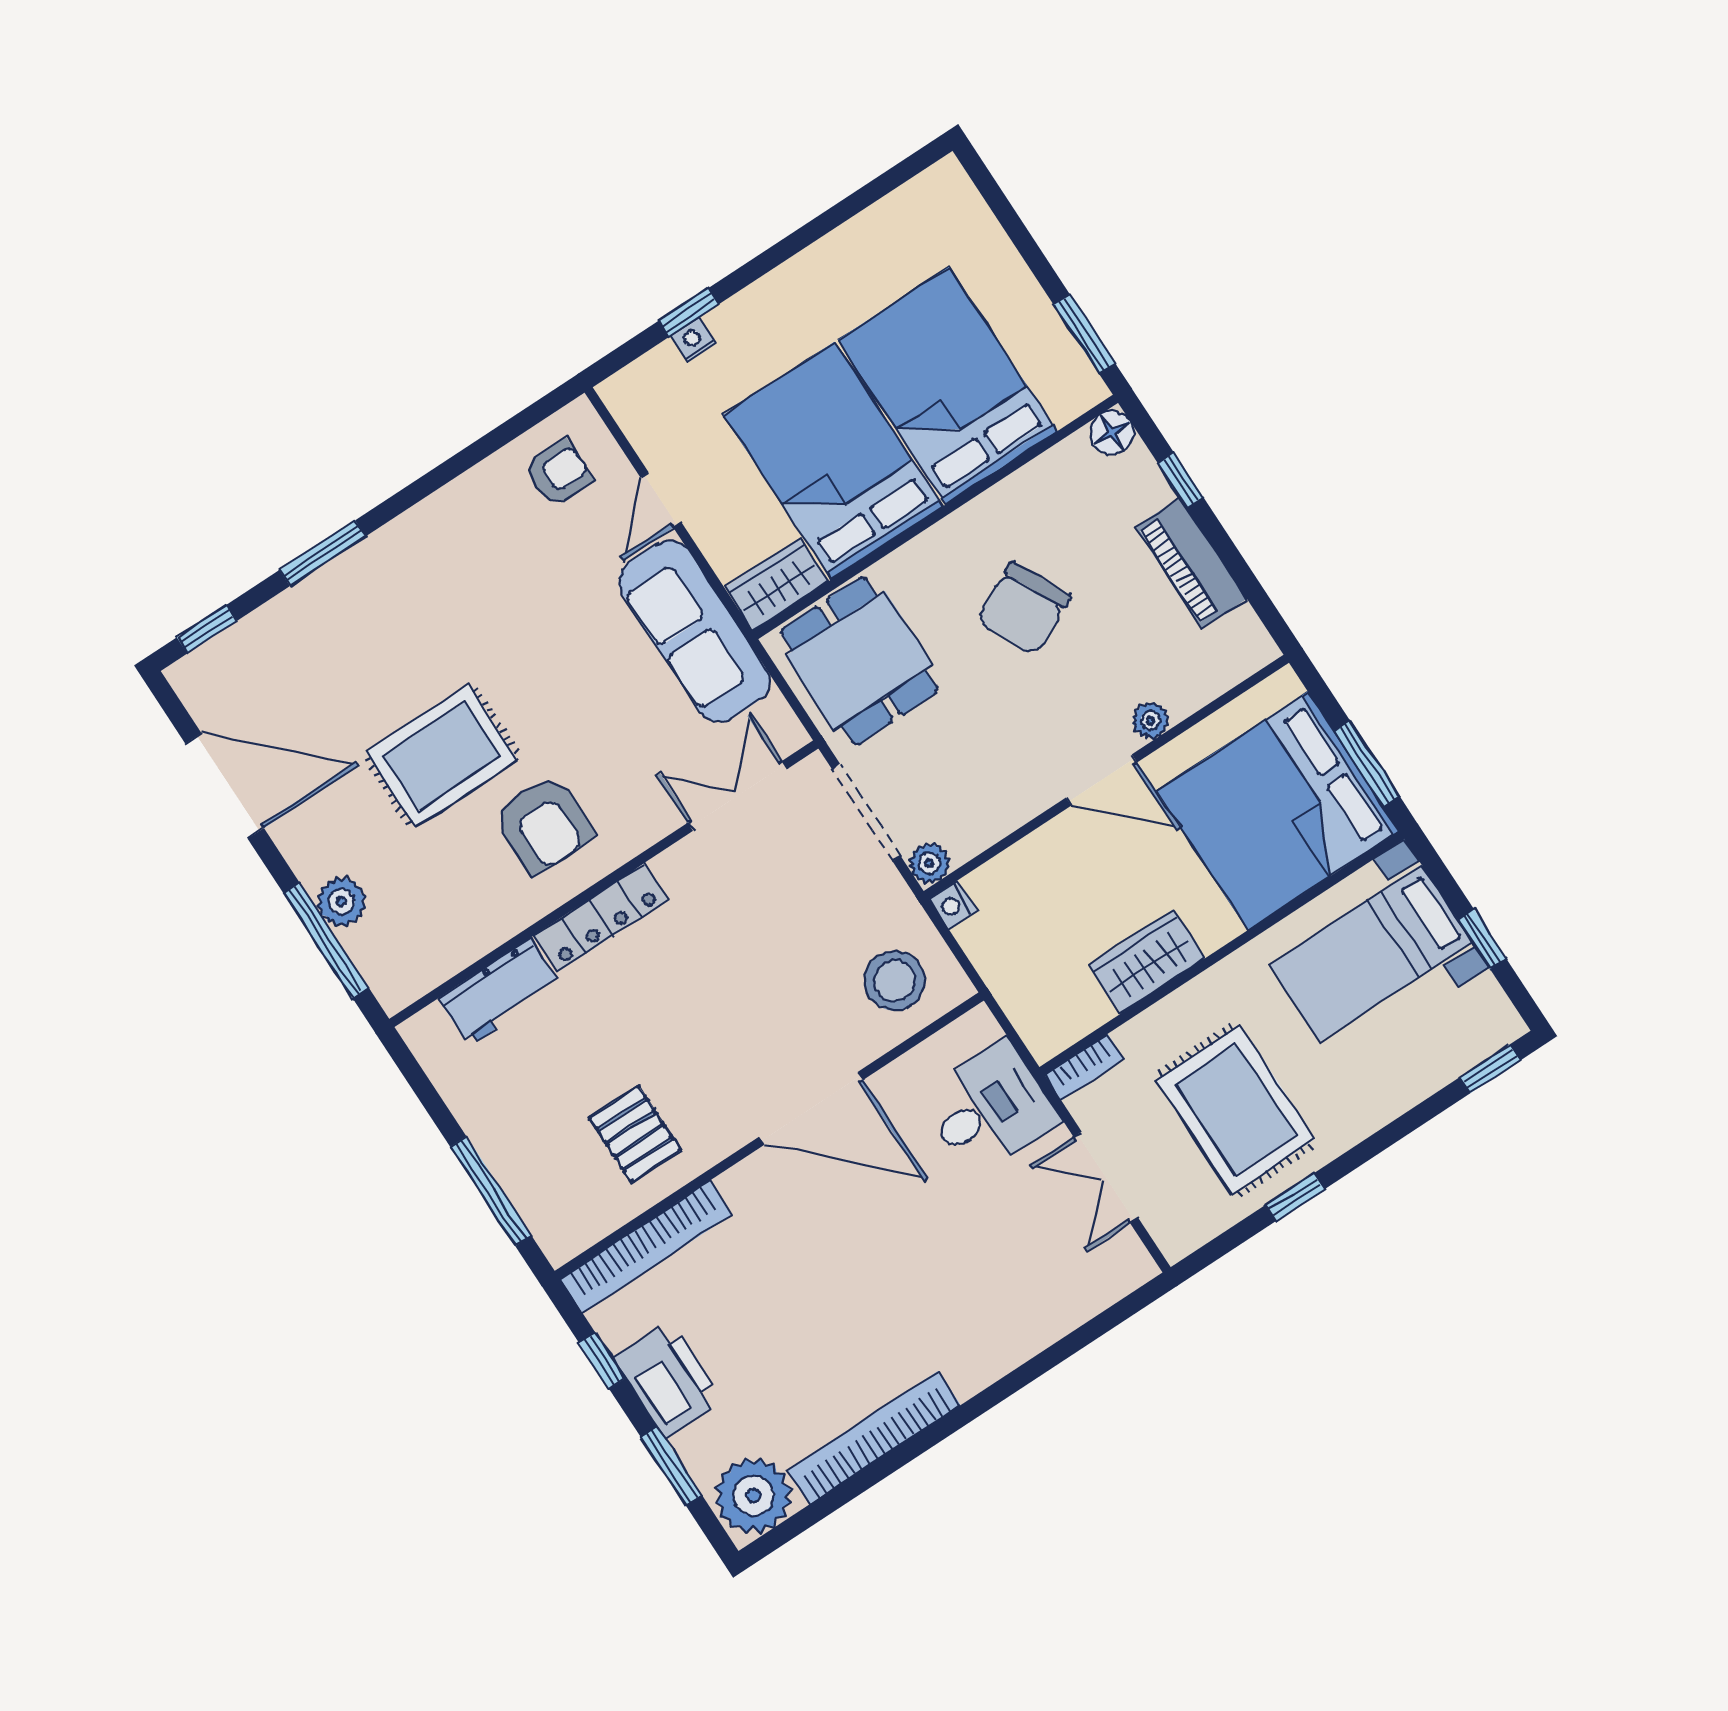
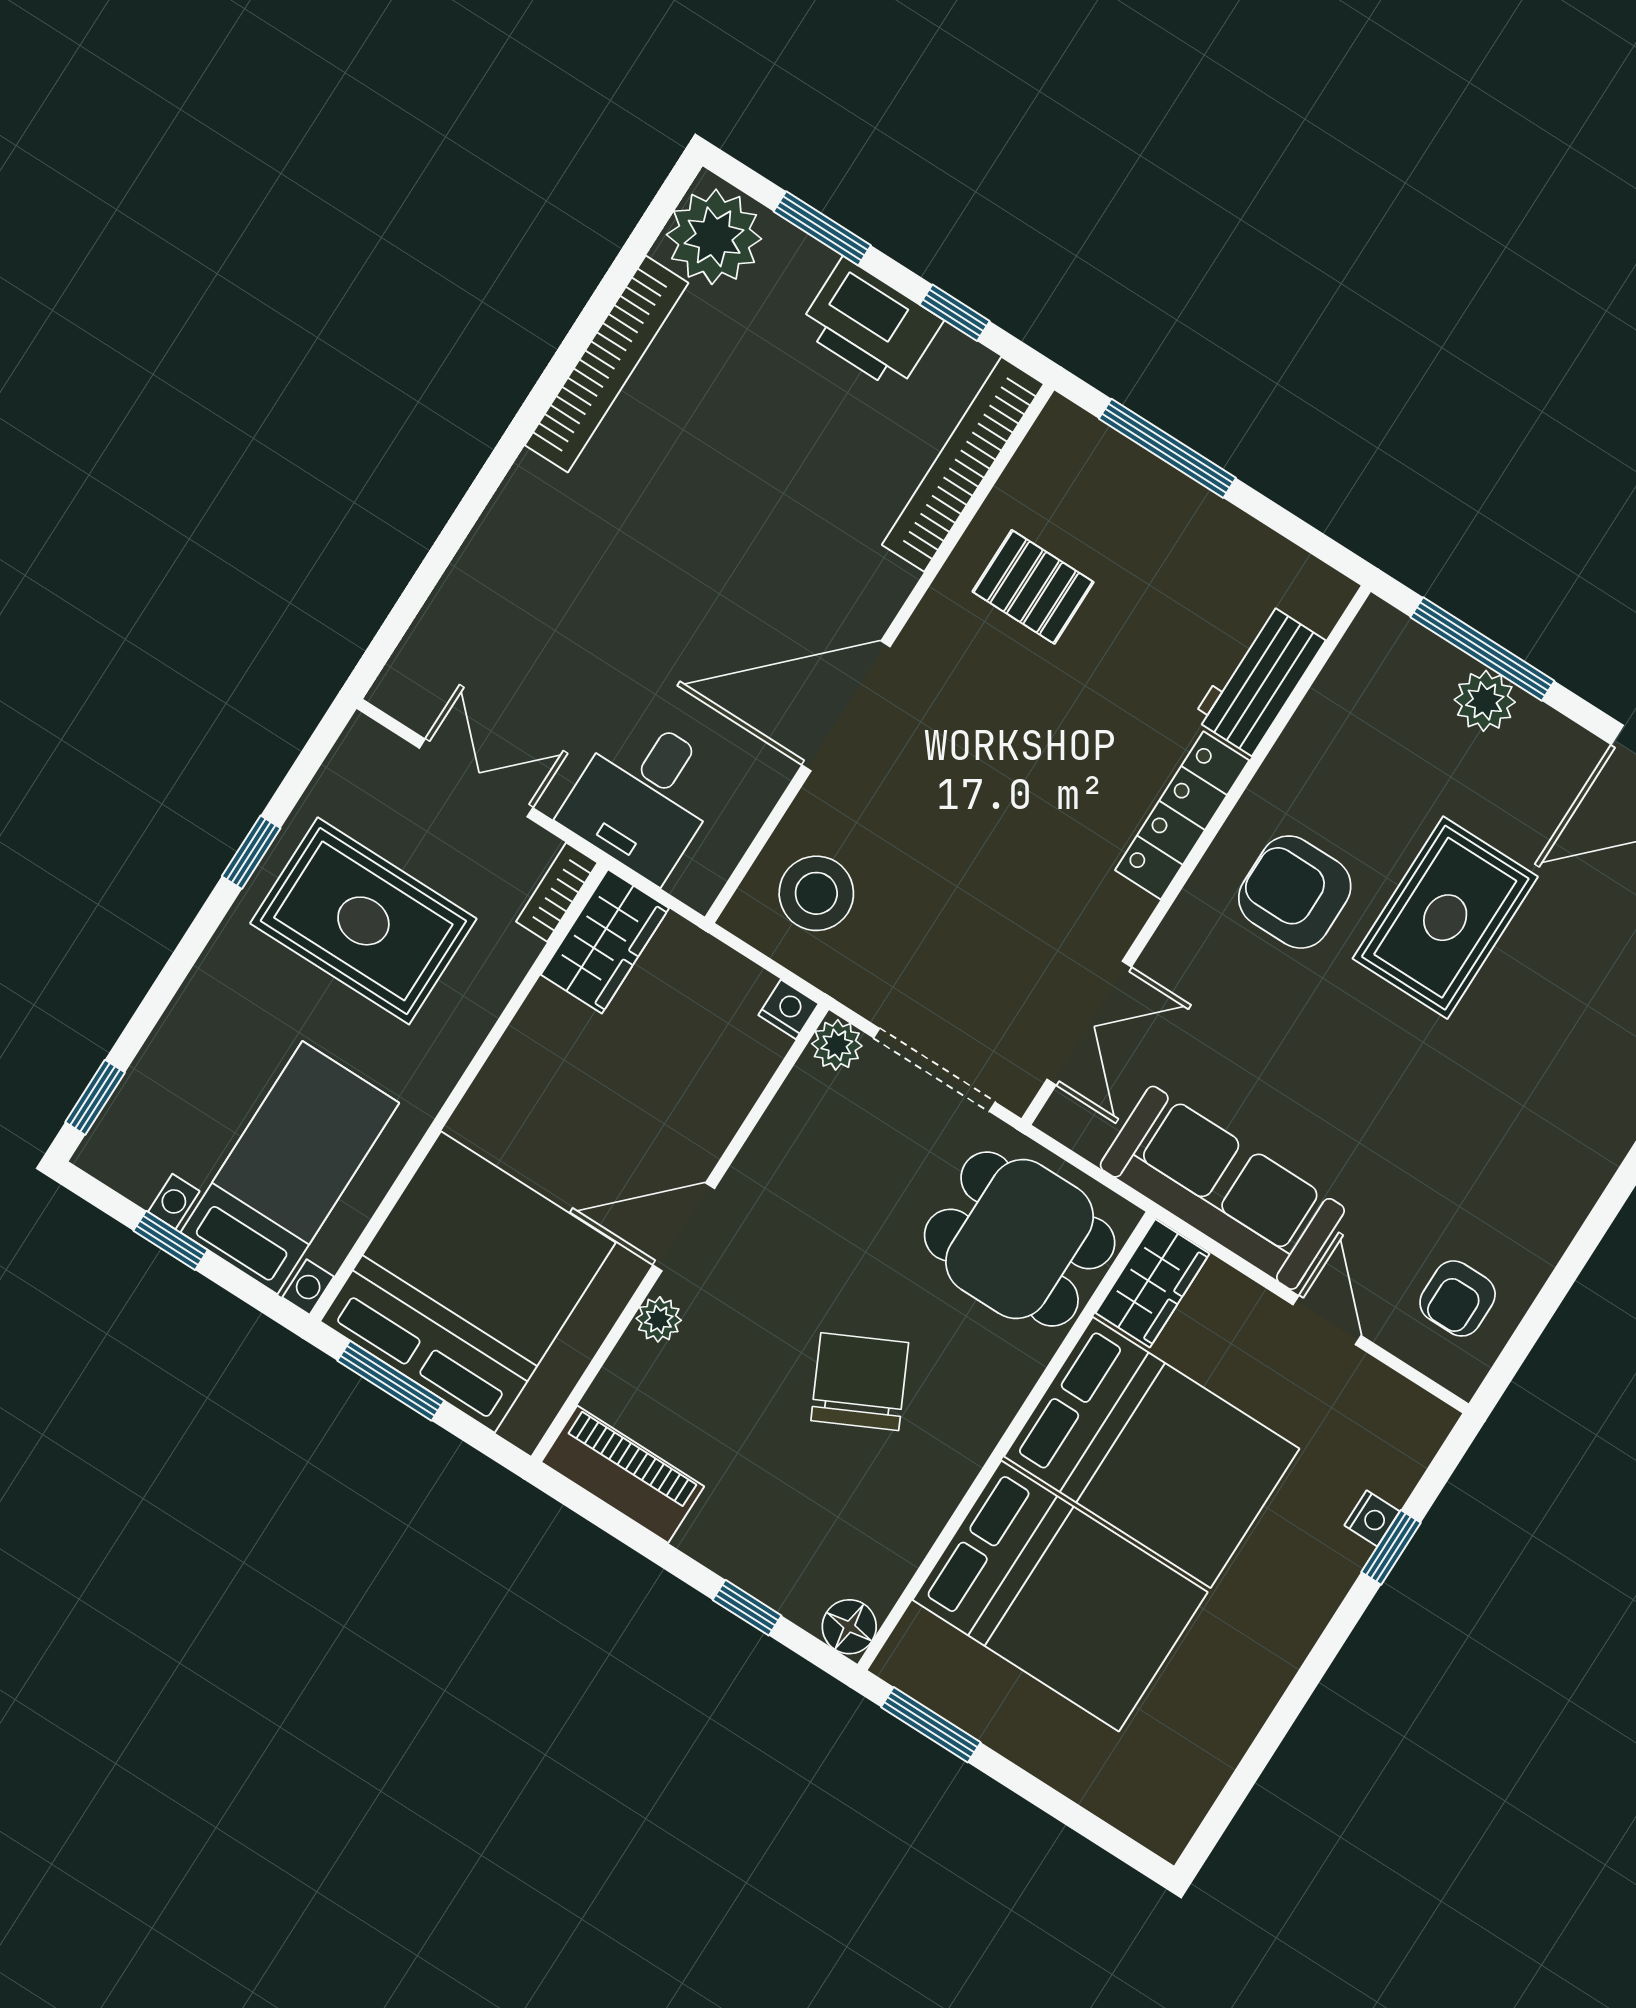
piano: (1191, 563) -> (623, 1474), moved
wardrobe: (1147, 962) -> (605, 941), moved

